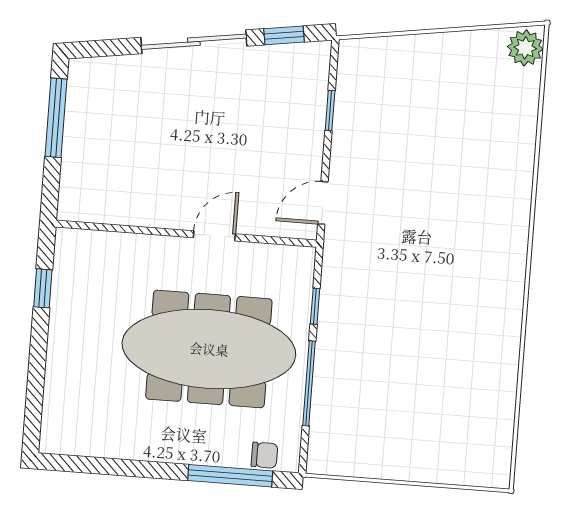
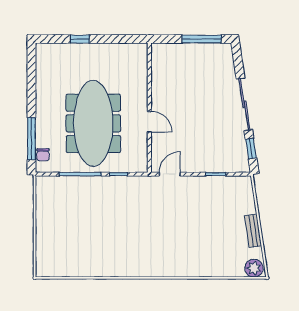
bench: (450, 44) -> (253, 231), added
door: (323, 203) -> (170, 174), hinge flipped
window: (43, 288) -> (80, 39), moved

